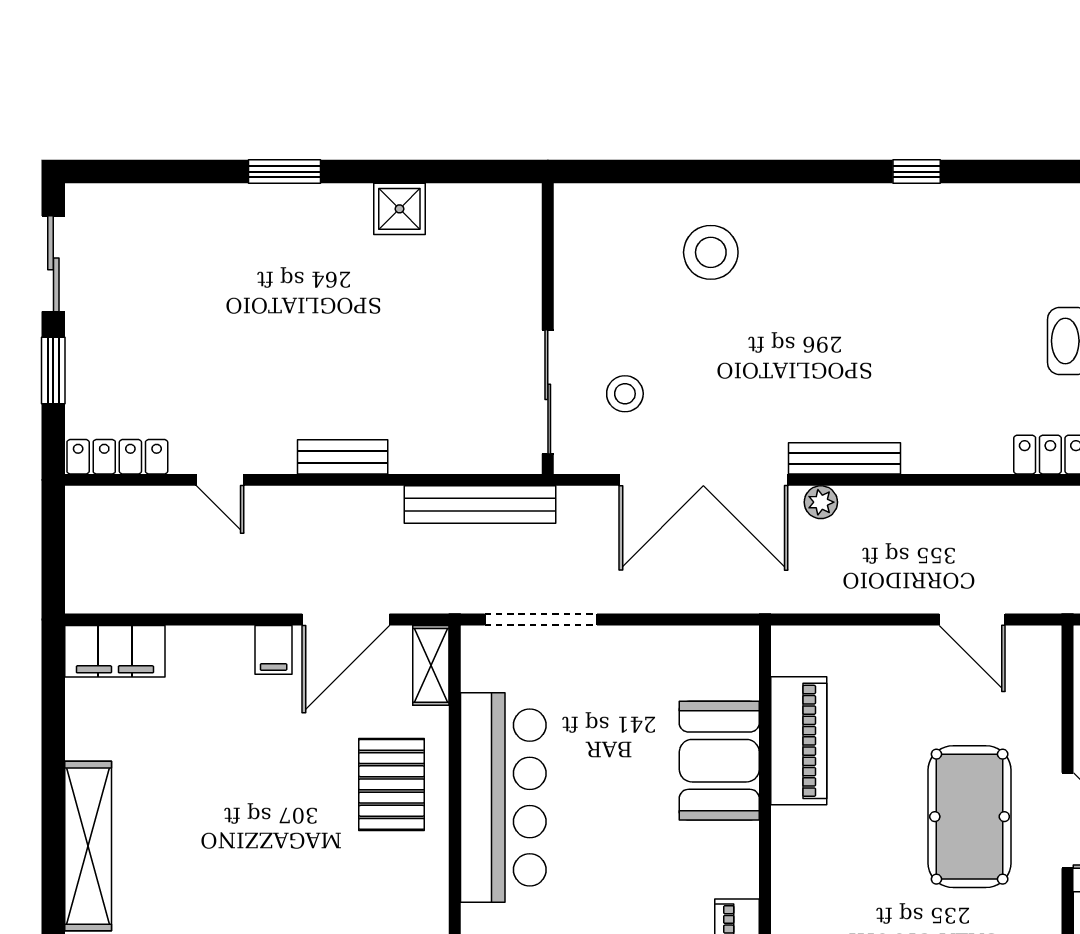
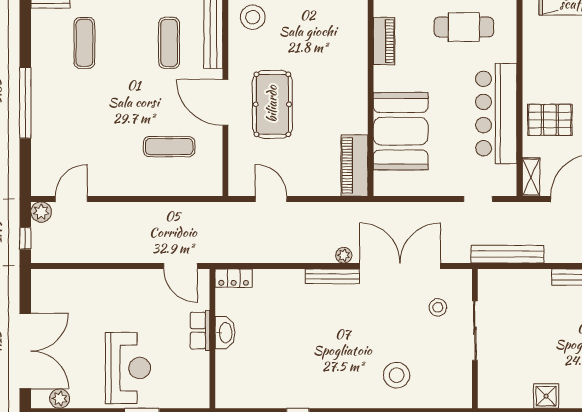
sliding door: (548, 392) -> (475, 331), moved
doorway: (541, 619) -> (478, 199), width x0.53
piano: (799, 741) -> (354, 165), moved
booth: (719, 761) -> (401, 131), width x1.36, depth x1.42
pallet: (392, 784) -> (550, 120), turned 90

